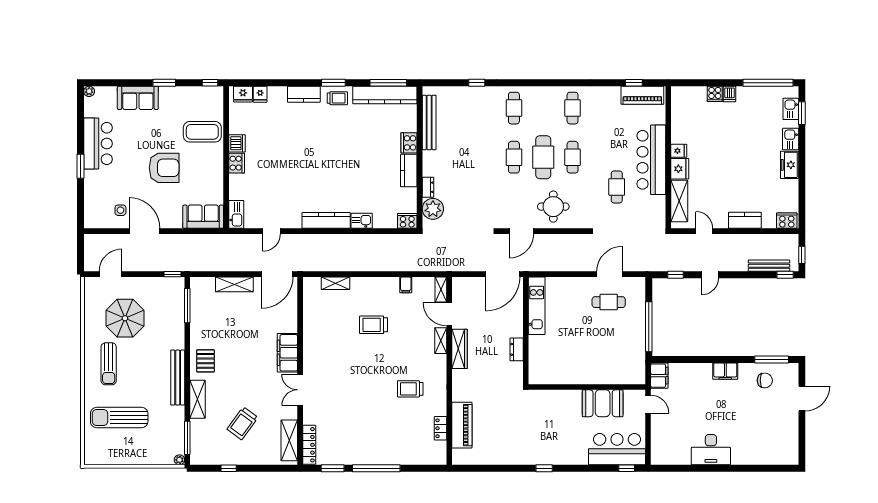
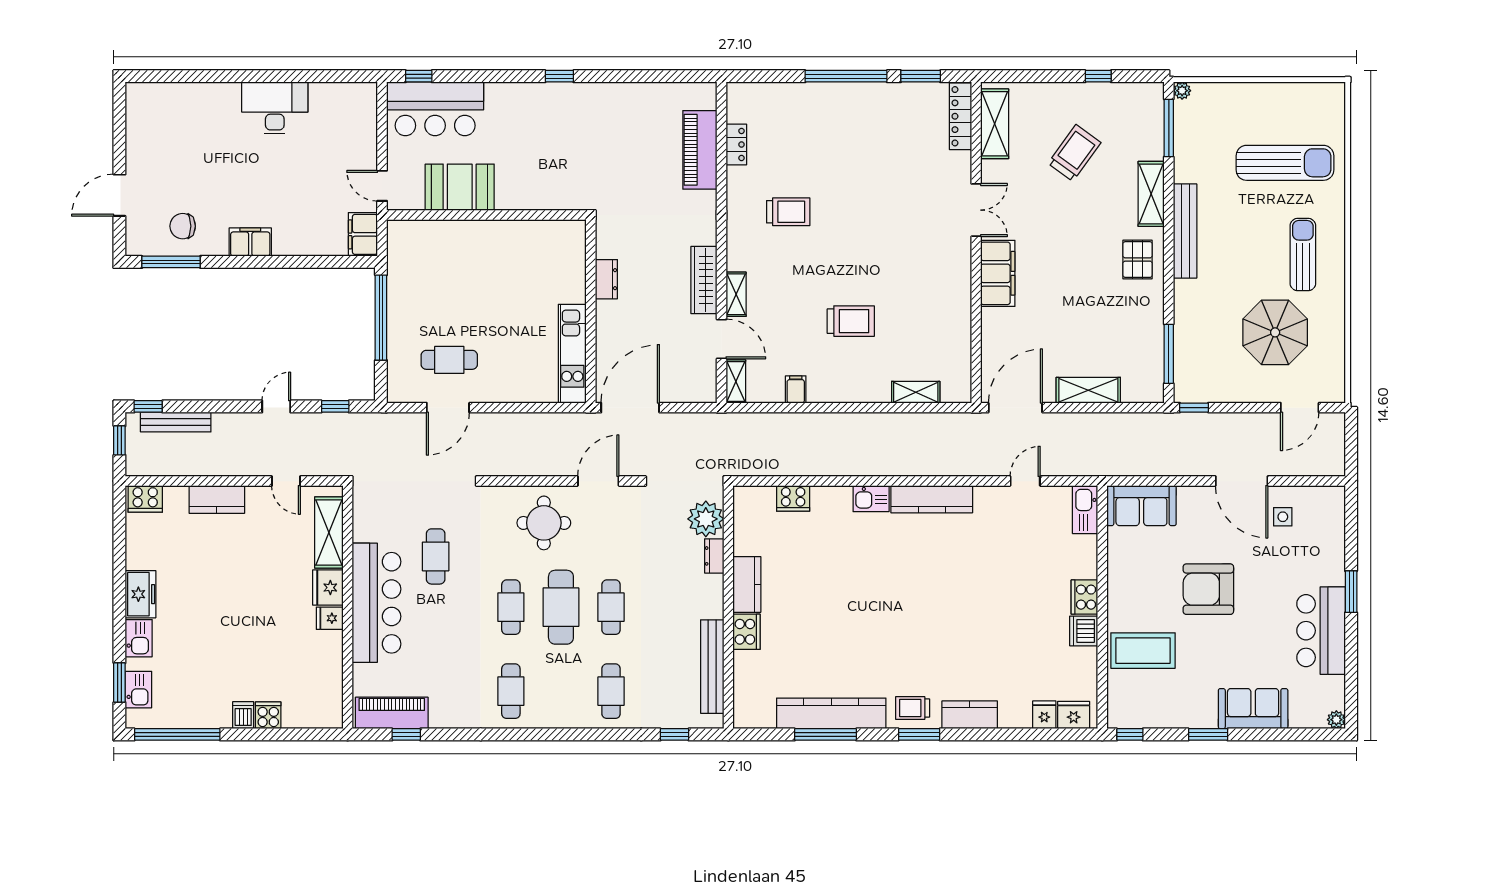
bench: (429, 122) -> (712, 667), moved
cooker: (409, 143) -> (747, 632), moved
wall: (420, 157) -> (728, 607), moved
kitchen counter: (409, 171) -> (747, 584), moved
dresser: (428, 187) -> (714, 556), moved
plant: (433, 209) -> (706, 519), moved

